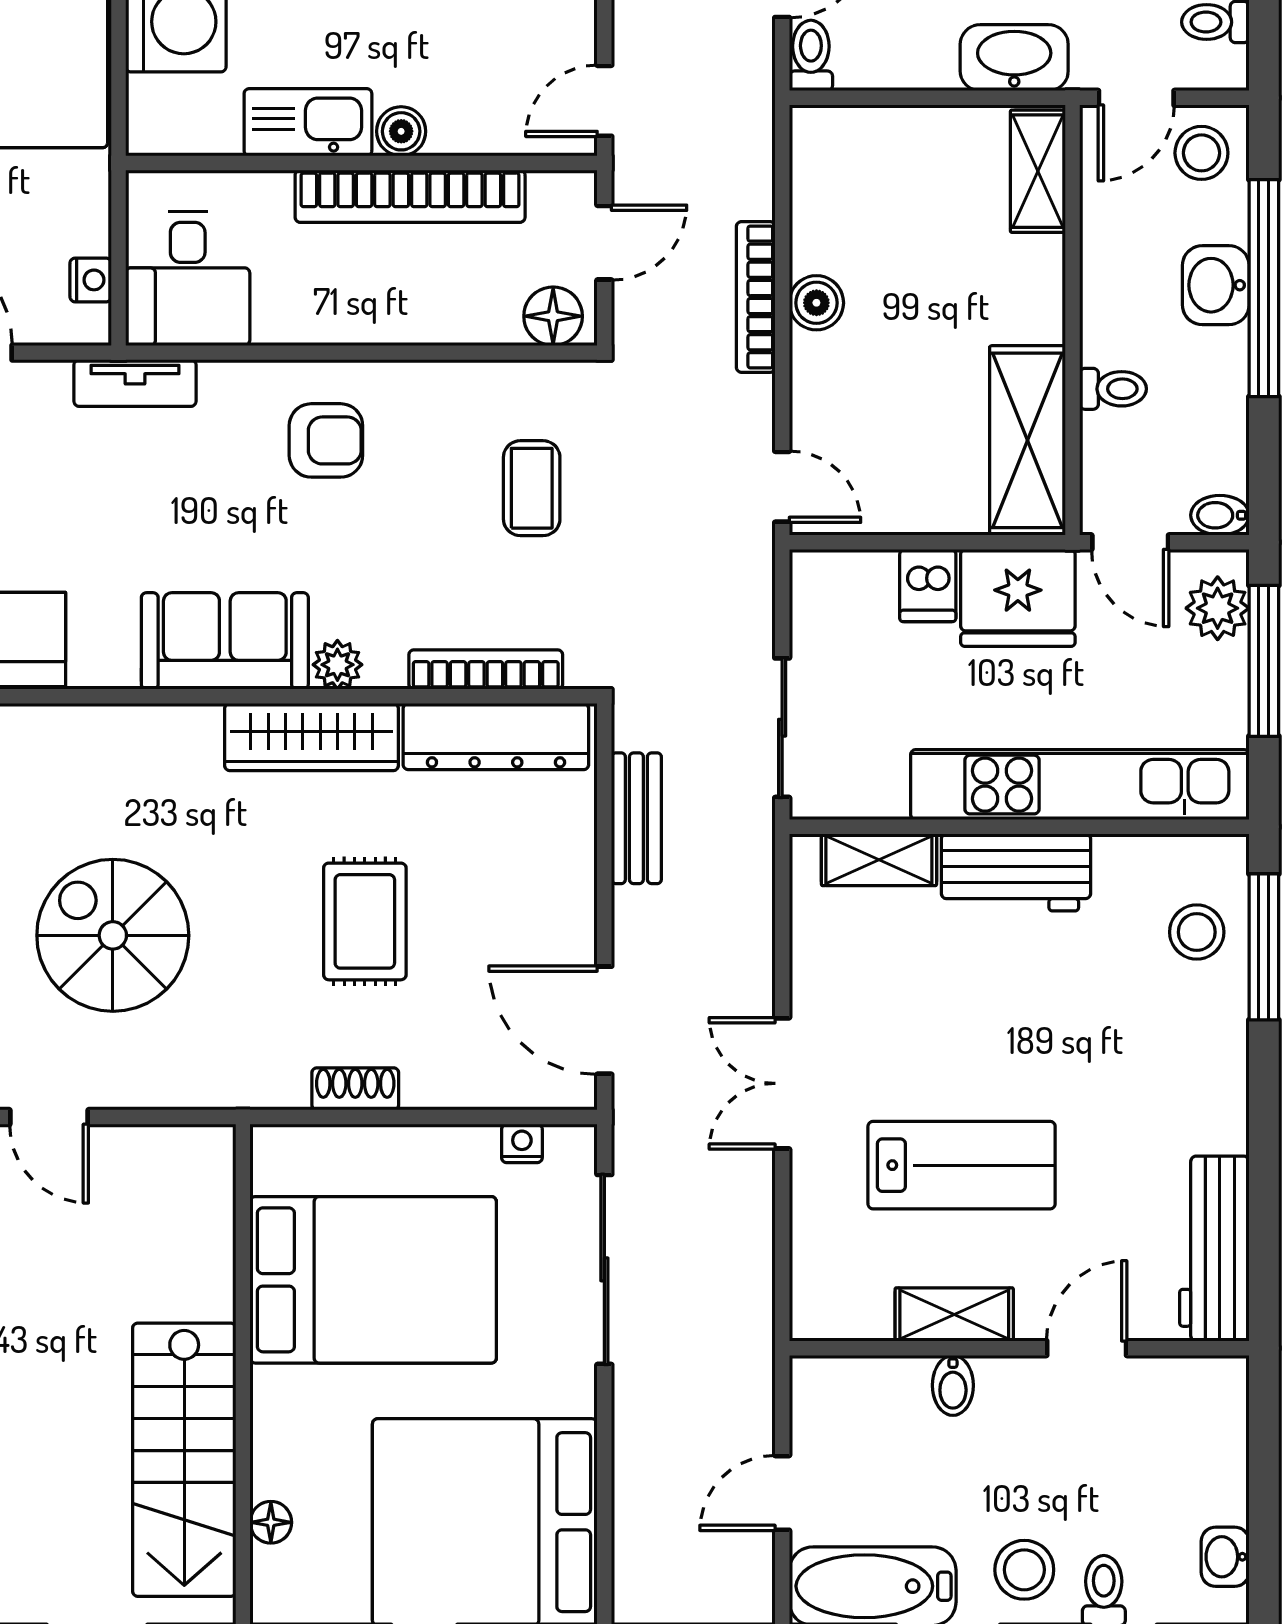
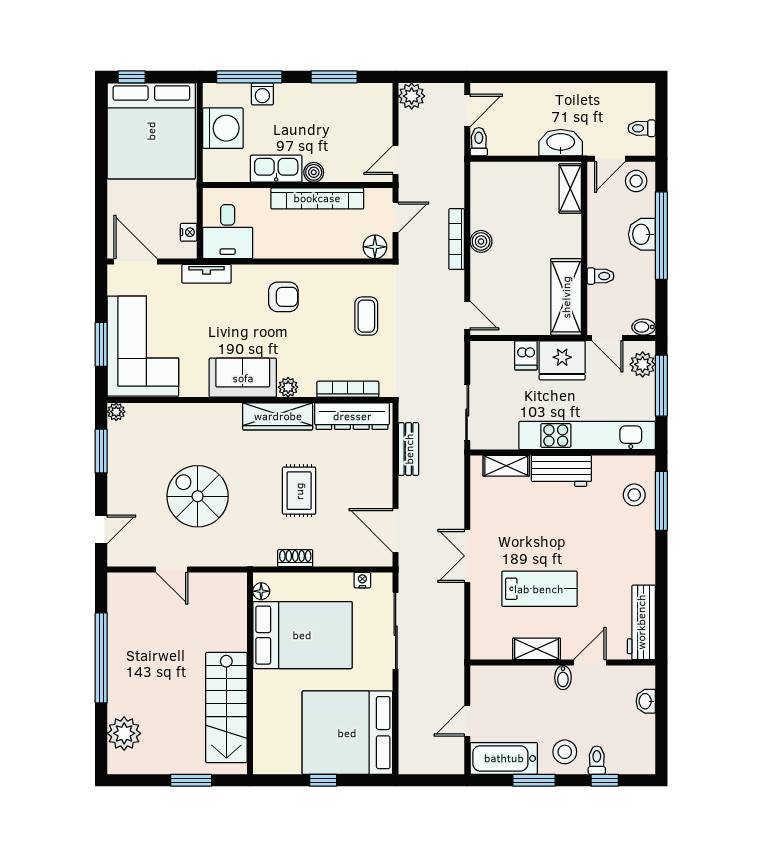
bidet: (953, 1385) -> (563, 678), moved
floor lamp: (271, 1522) -> (261, 591), moved
washbasin: (1225, 1557) -> (646, 701), moved

